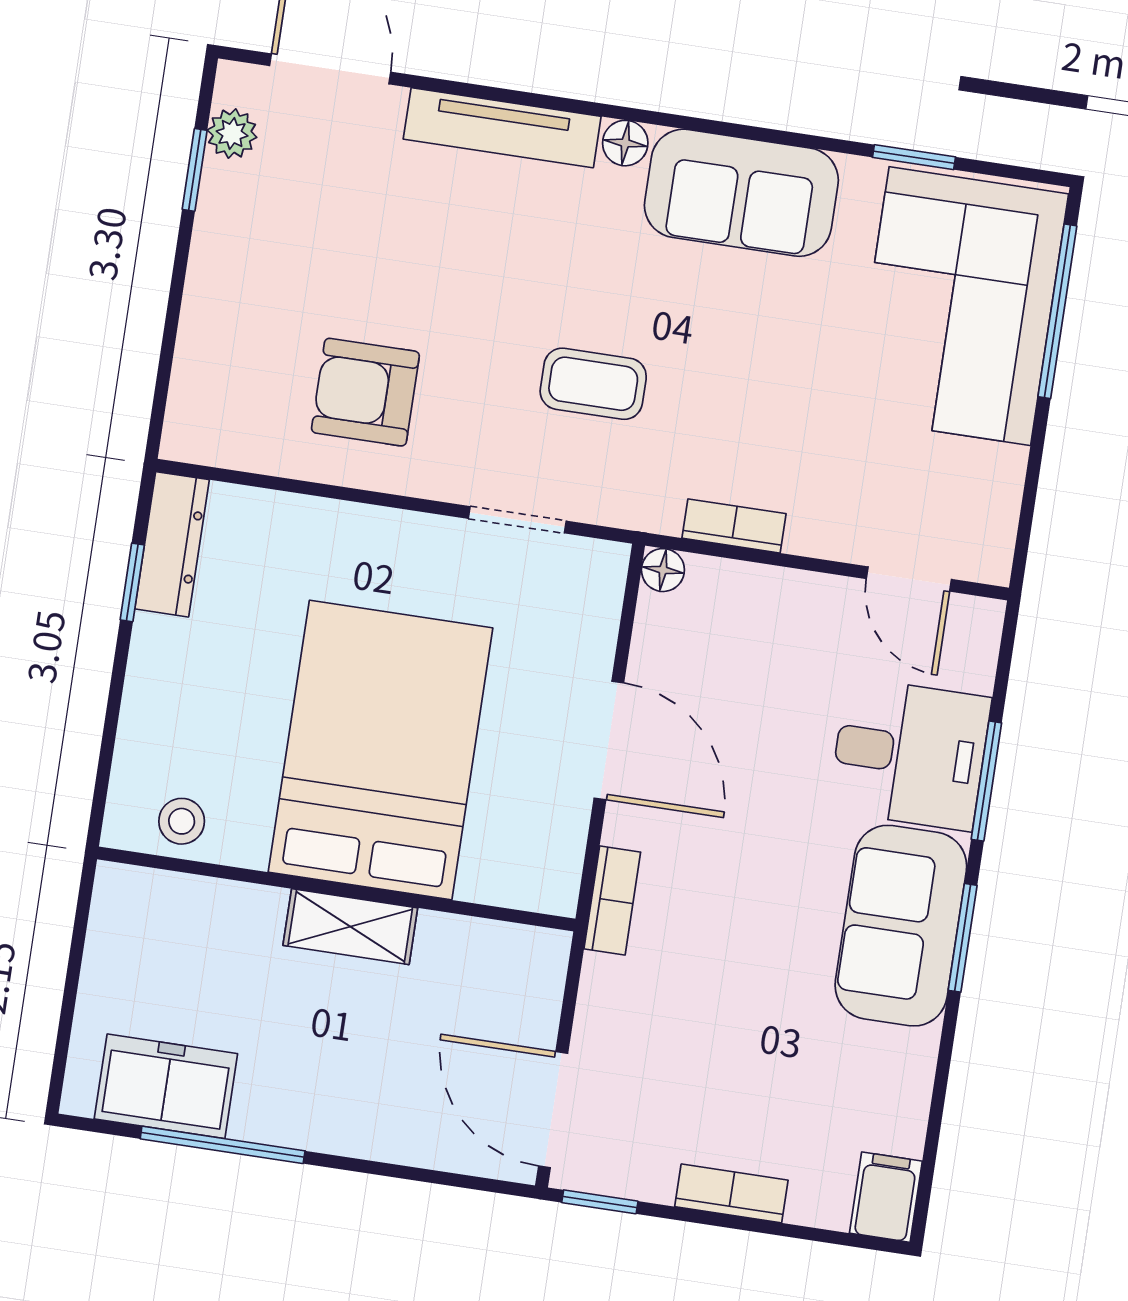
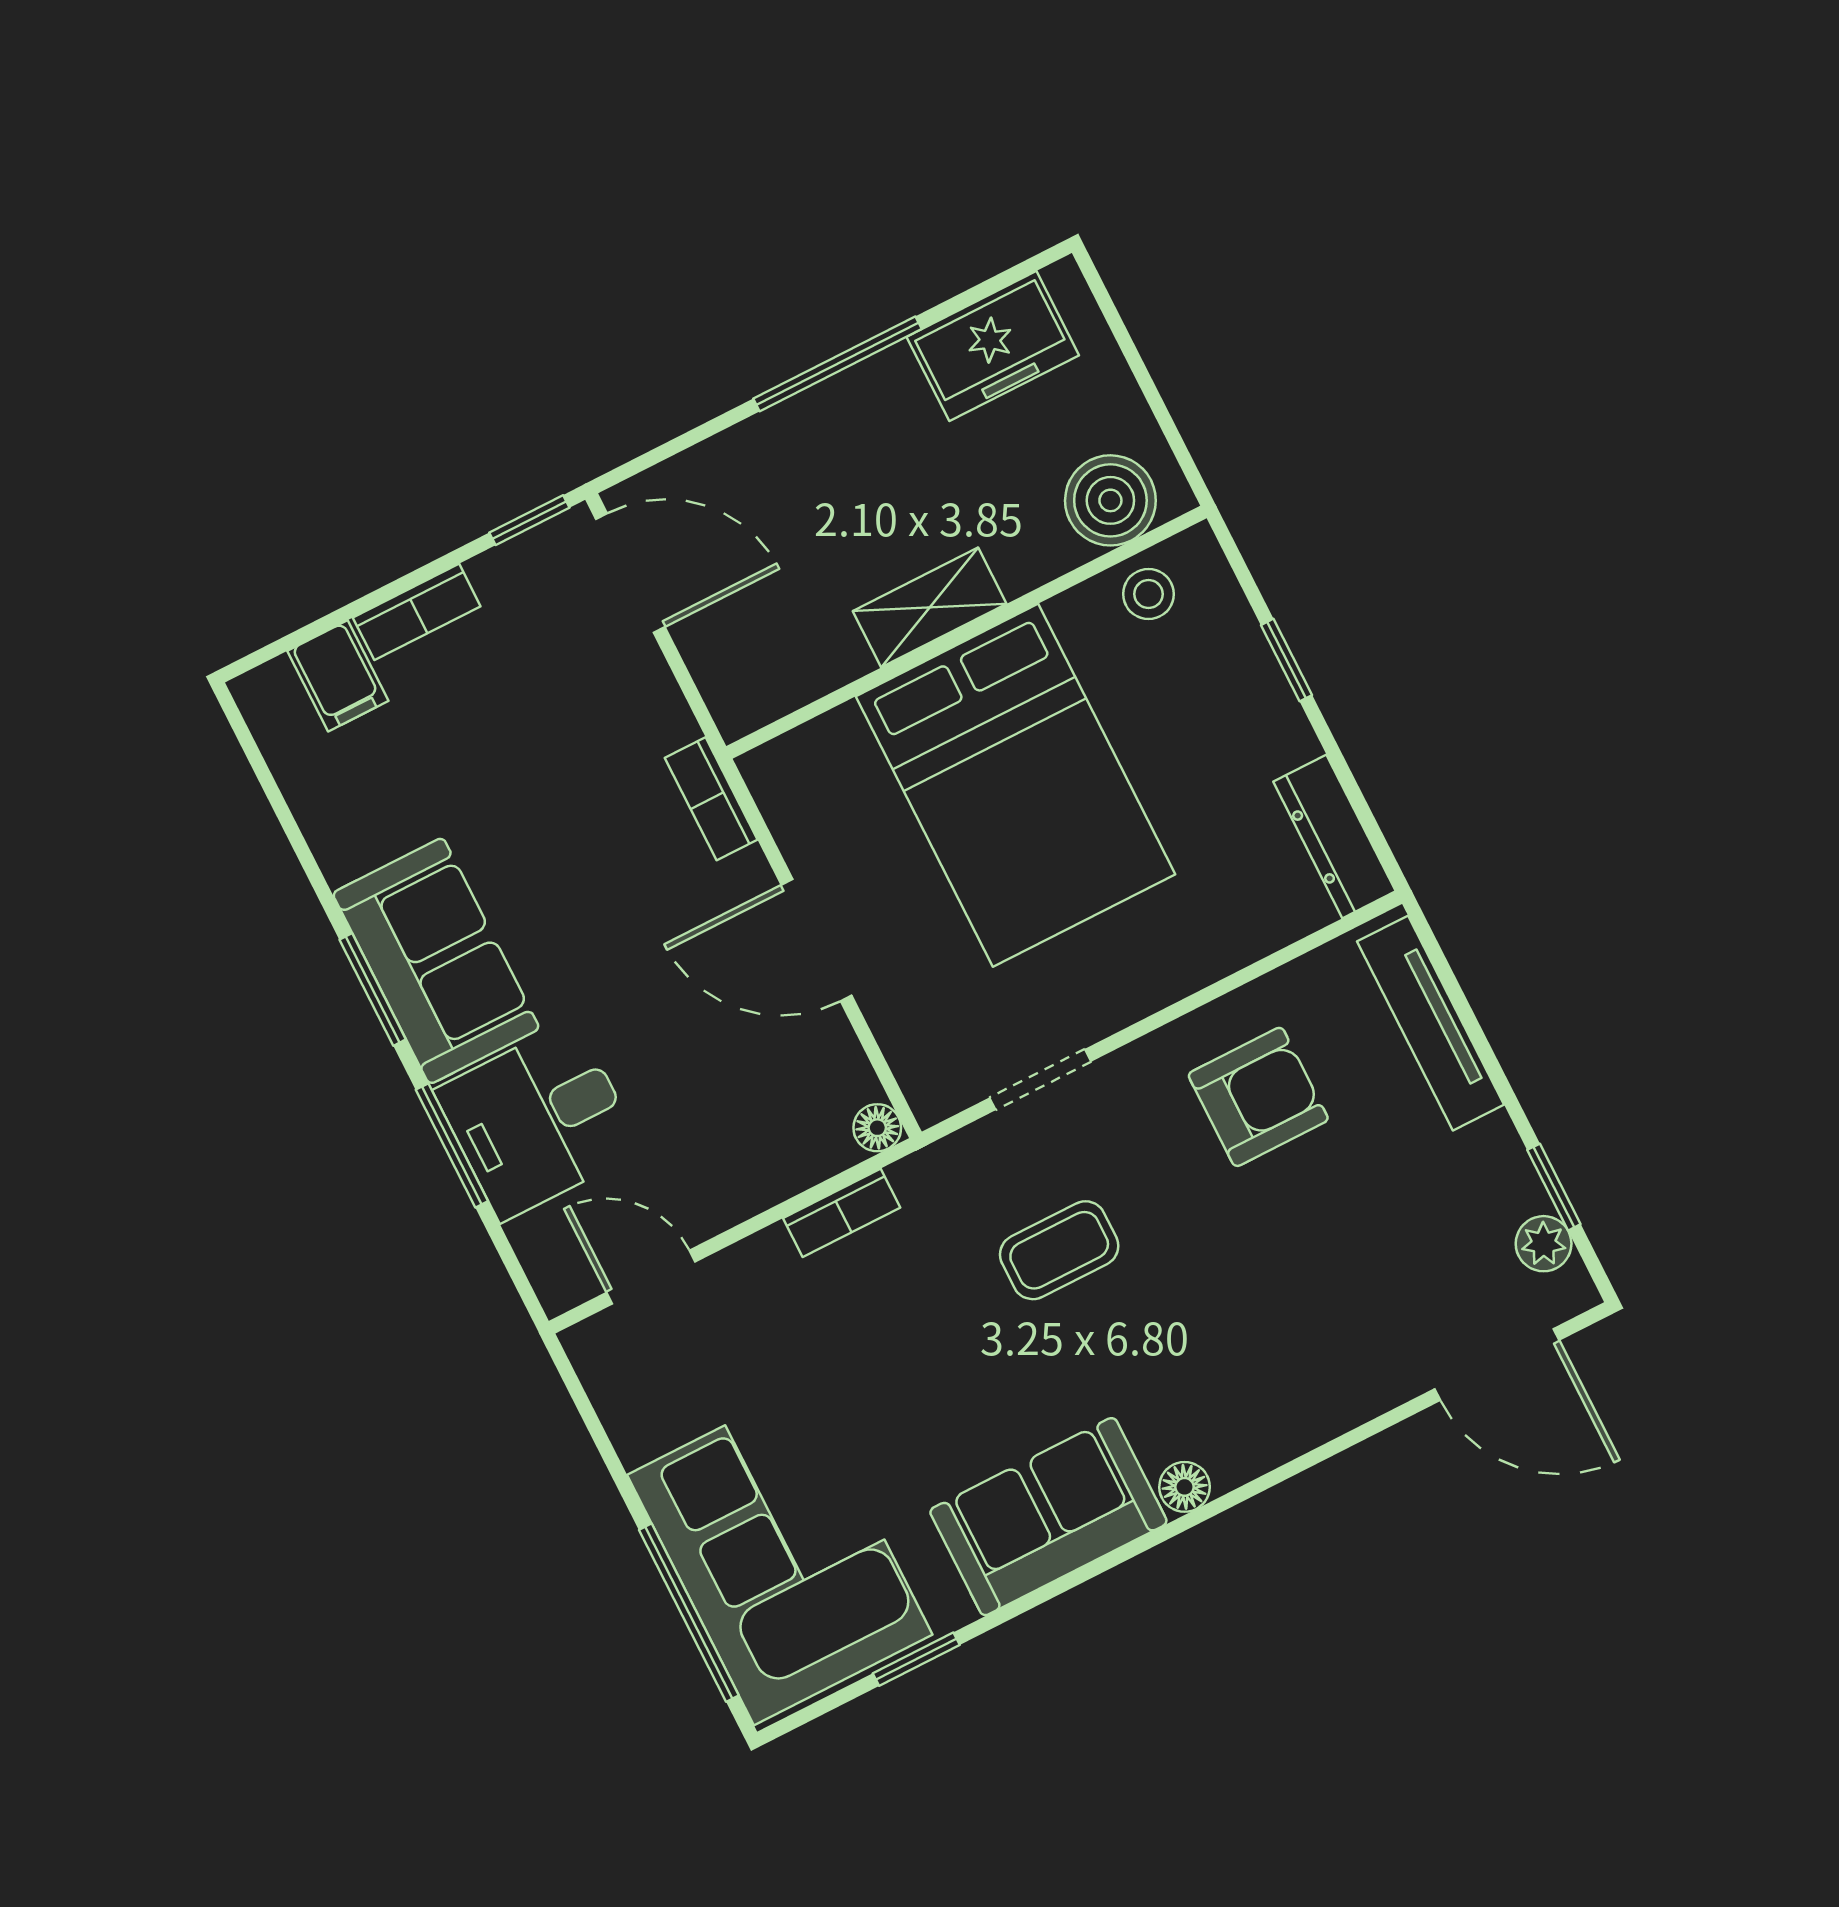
tv unit: (502, 128) -> (1431, 1023), moved, turned -90
window: (132, 582) -> (1286, 660), moved
boiler: (160, 910) -> (1110, 500), added
window: (223, 1145) -> (837, 364), moved
filing cabinet: (886, 1197) -> (338, 676), moved

